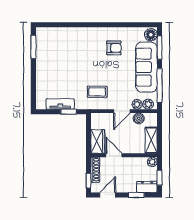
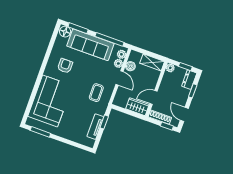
corner sofa: (70, 45) -> (50, 101), added

